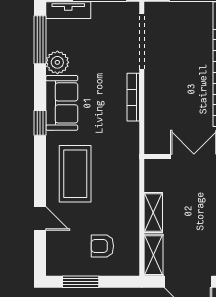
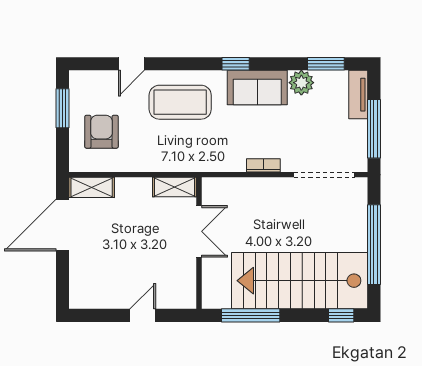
window: (40, 40) -> (326, 64), width x0.69
bookcase: (133, 97) -> (263, 165), width x0.64
shelving: (153, 213) -> (174, 187), moved
armchair: (102, 246) -> (101, 132), width x1.38, depth x1.38

